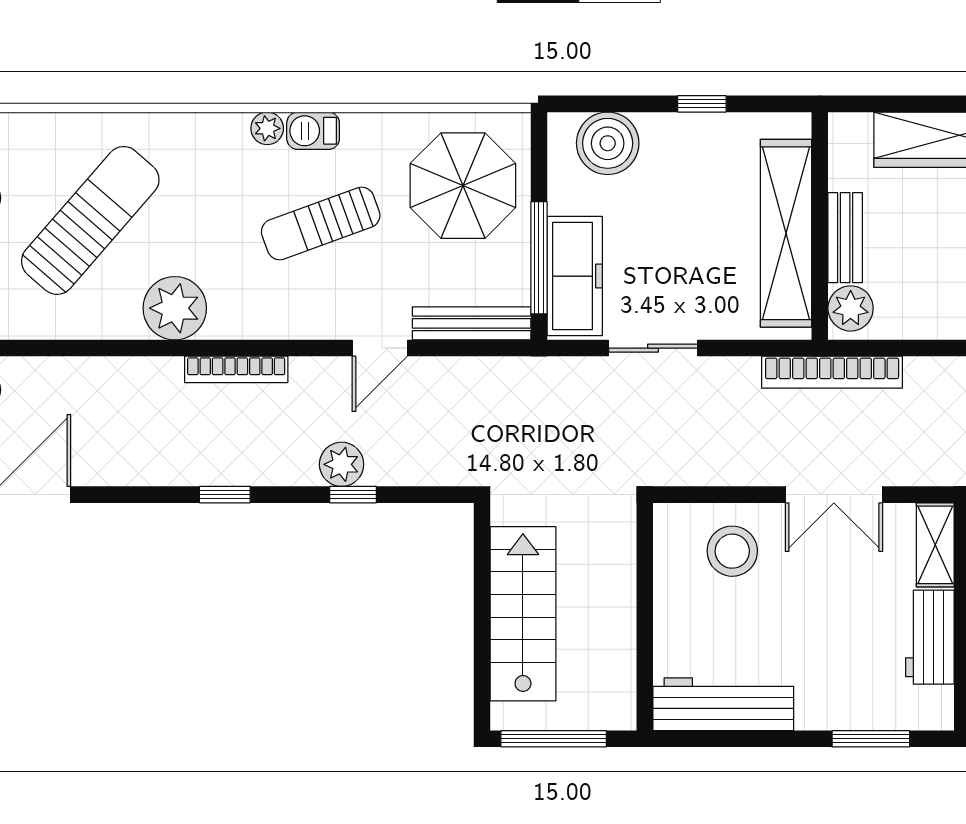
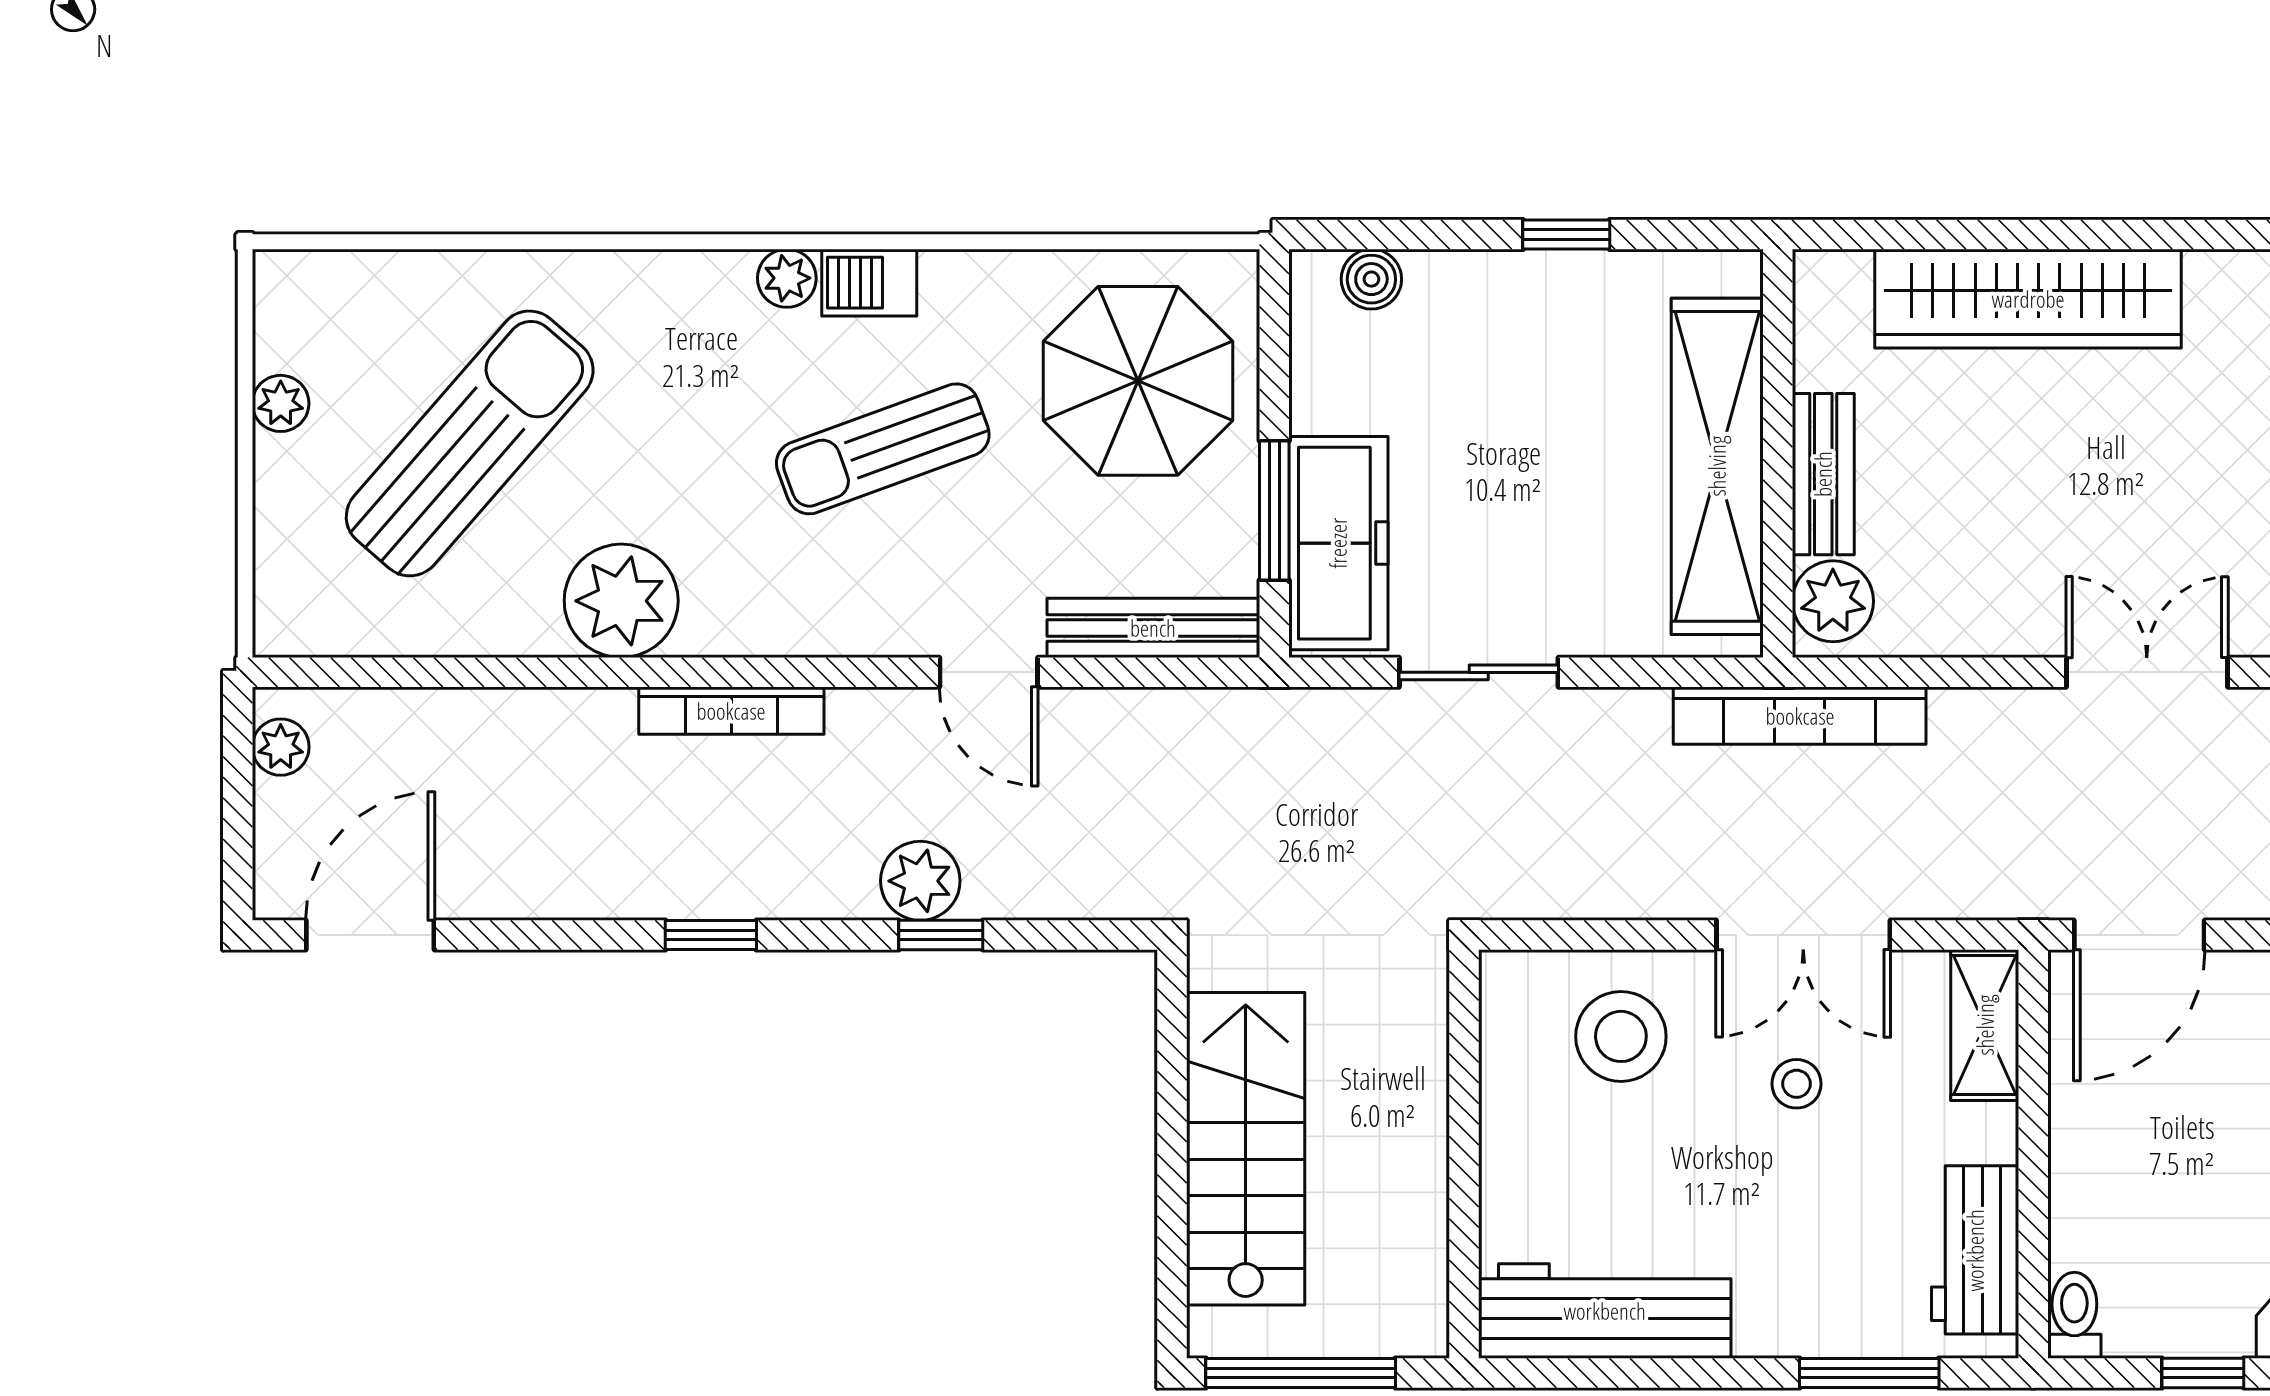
boiler: (608, 143) -> (1371, 279), width x0.54, depth x0.54
window: (539, 258) -> (1274, 510), width x0.69
door: (380, 348) -> (989, 672), hinge flipped
stool: (830, 578) -> (1797, 1084), added
workbench: (930, 637) -> (1975, 1250), moved

